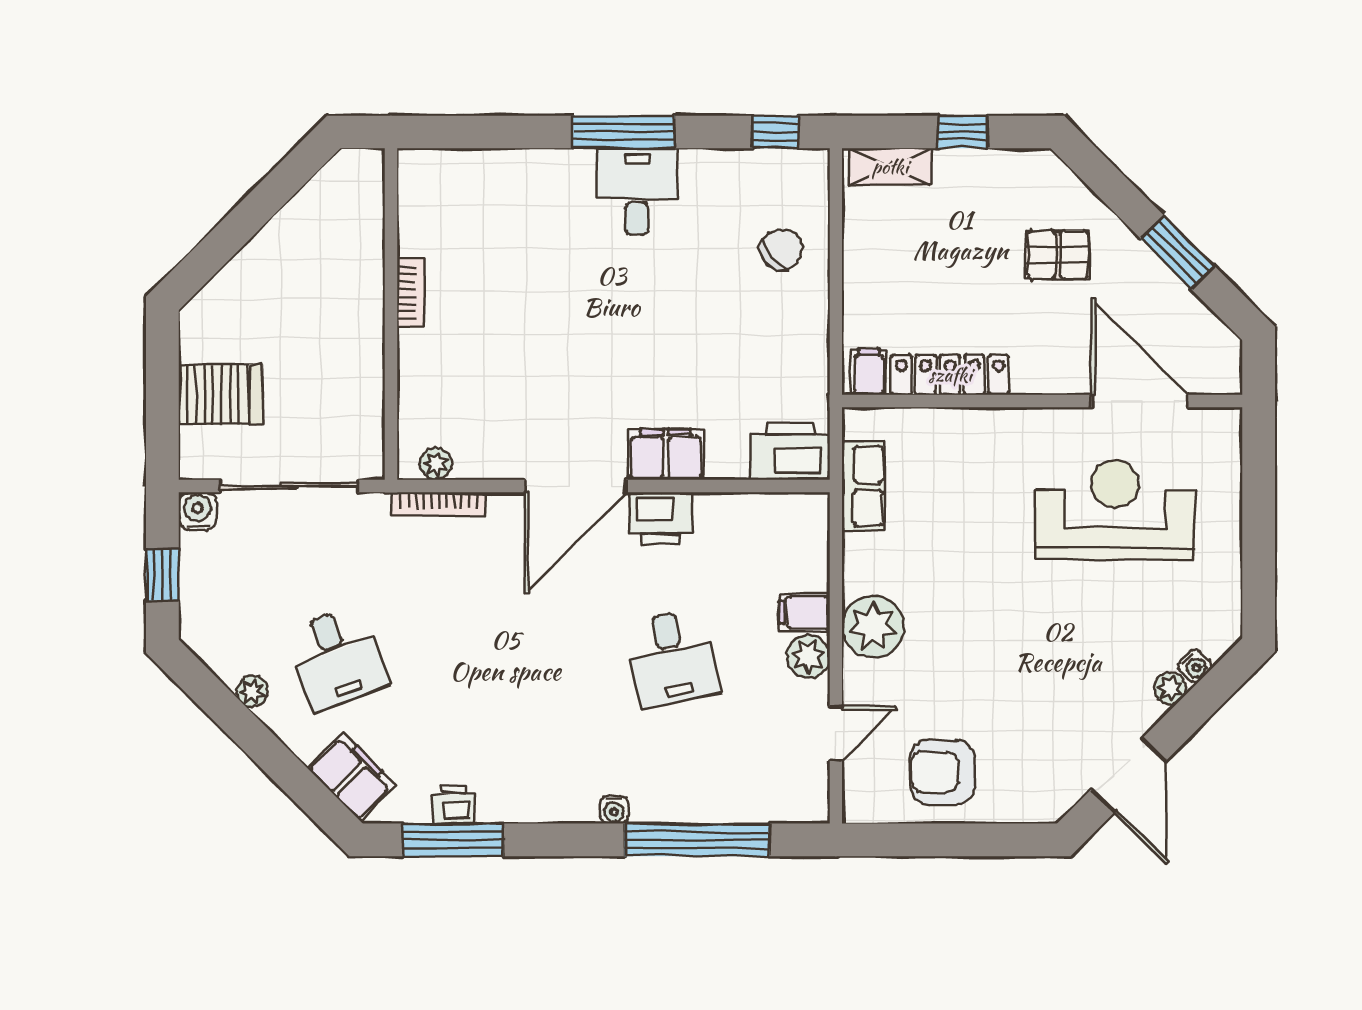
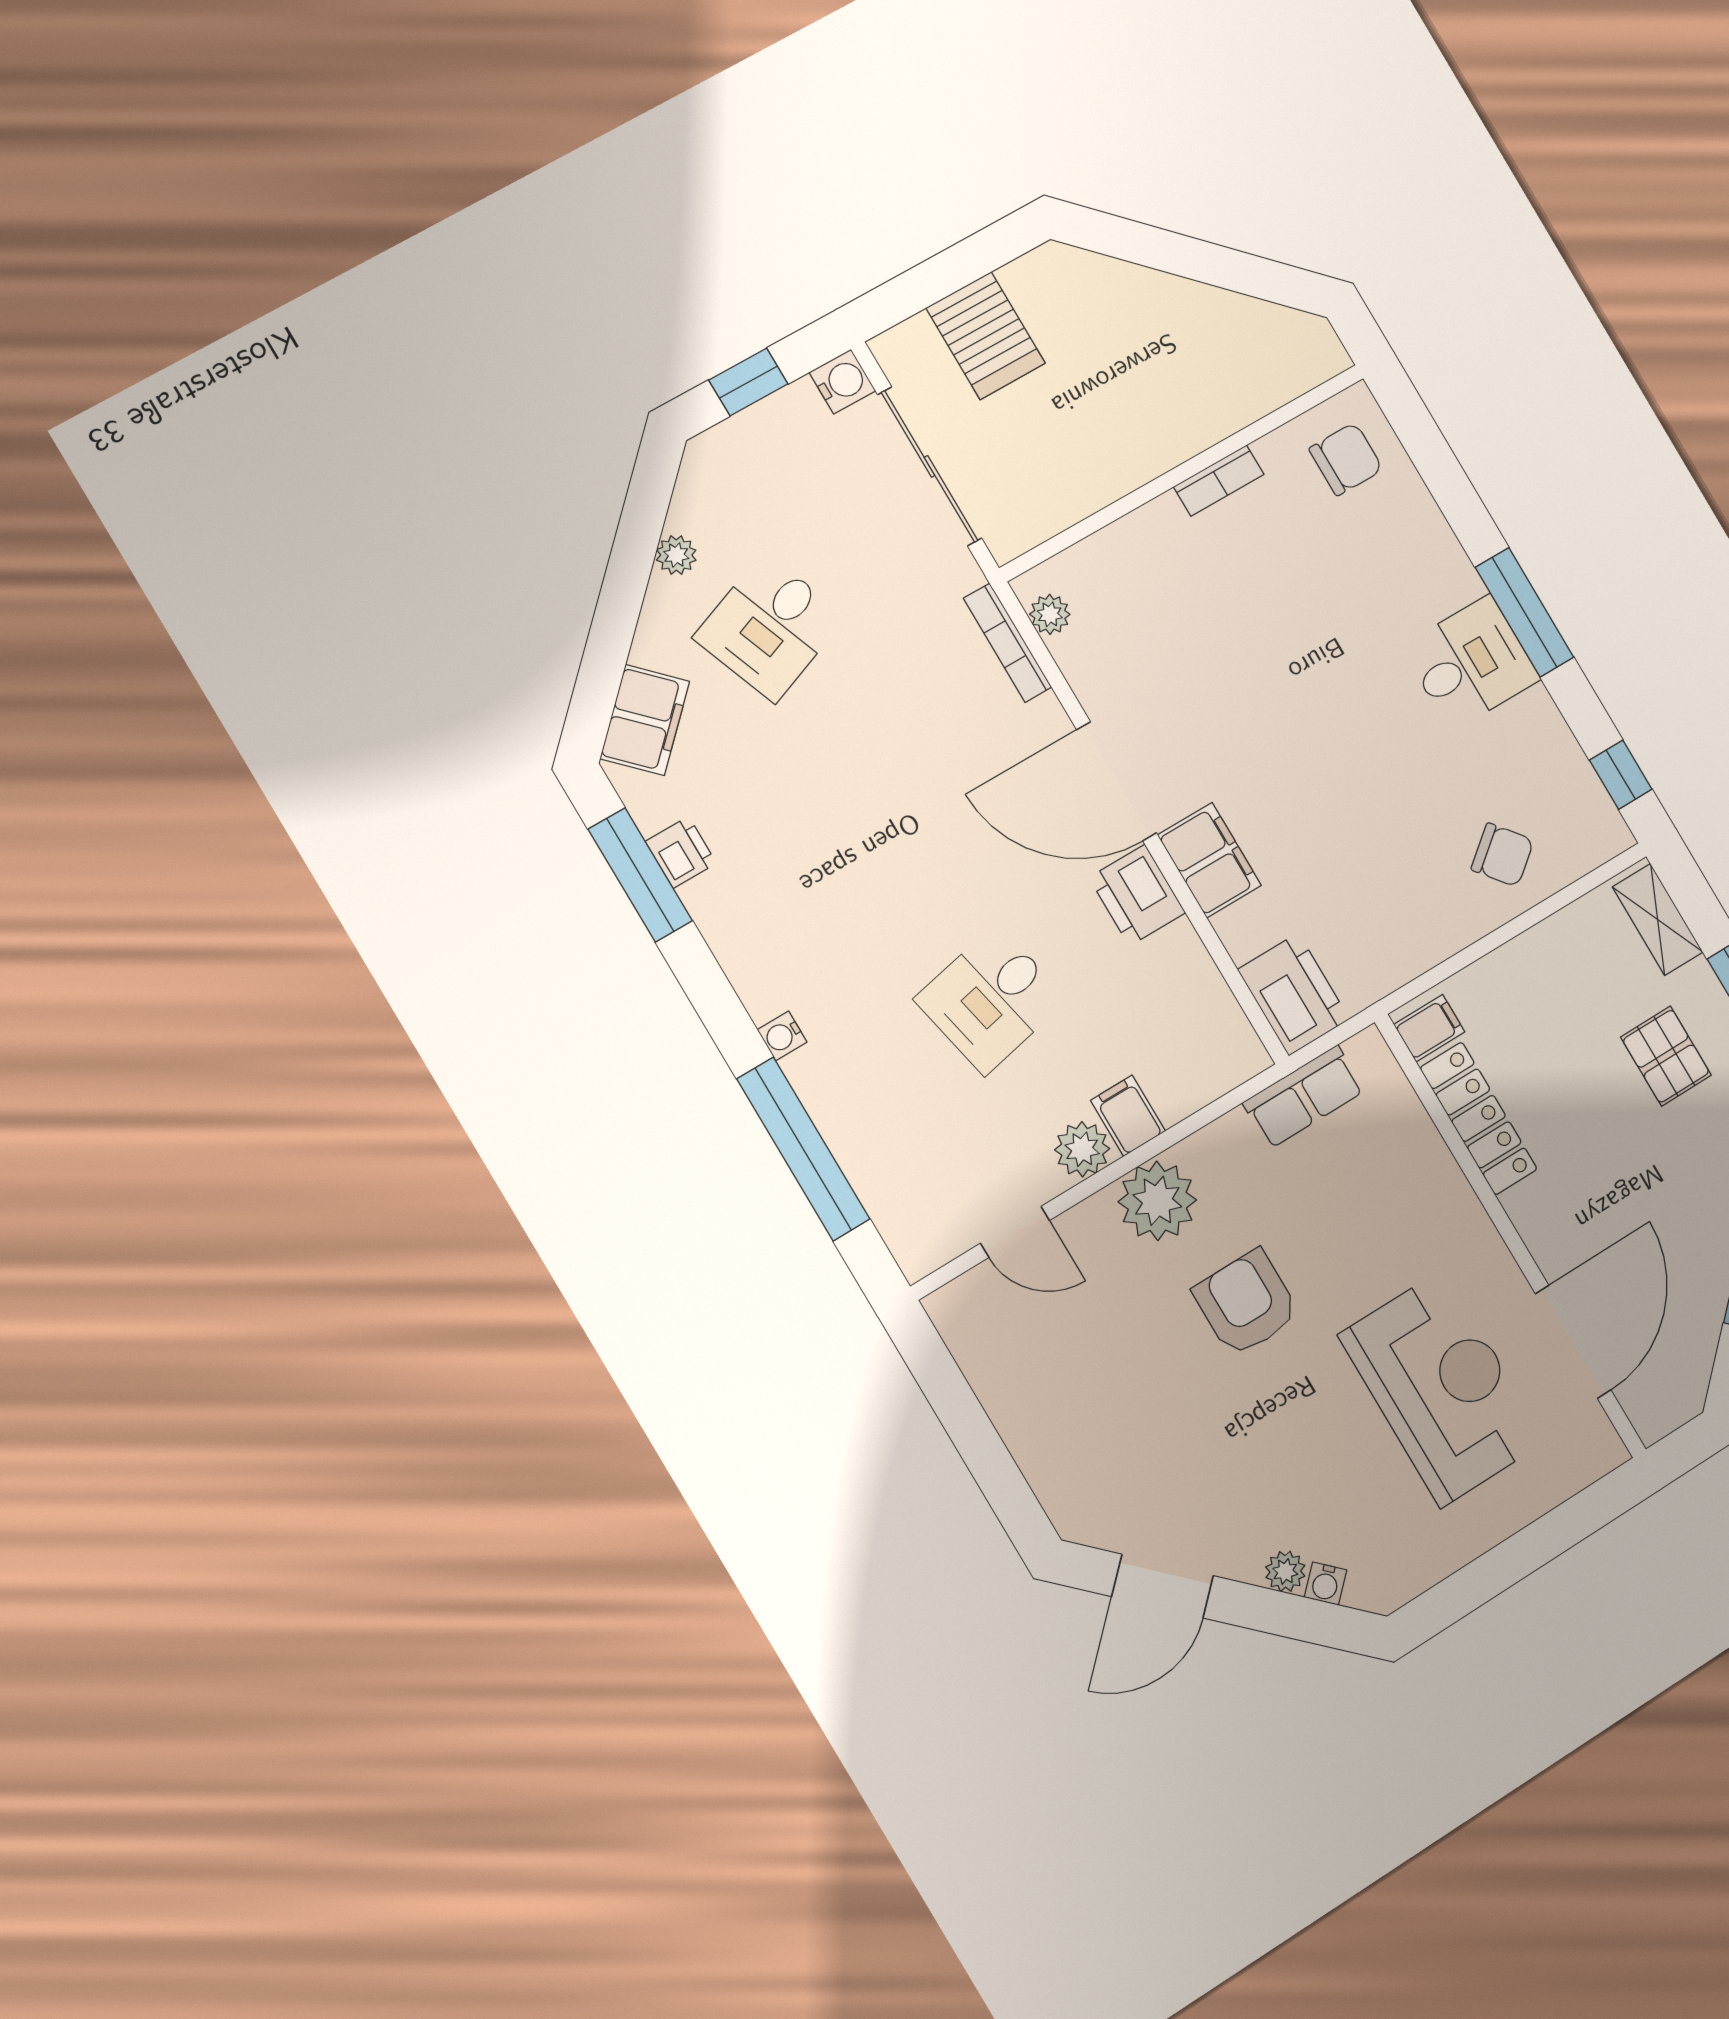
chair: (446, 194) -> (1346, 459), added
pallet: (1058, 255) -> (1666, 1056), moved
armchair: (942, 772) -> (1246, 1303), moved

